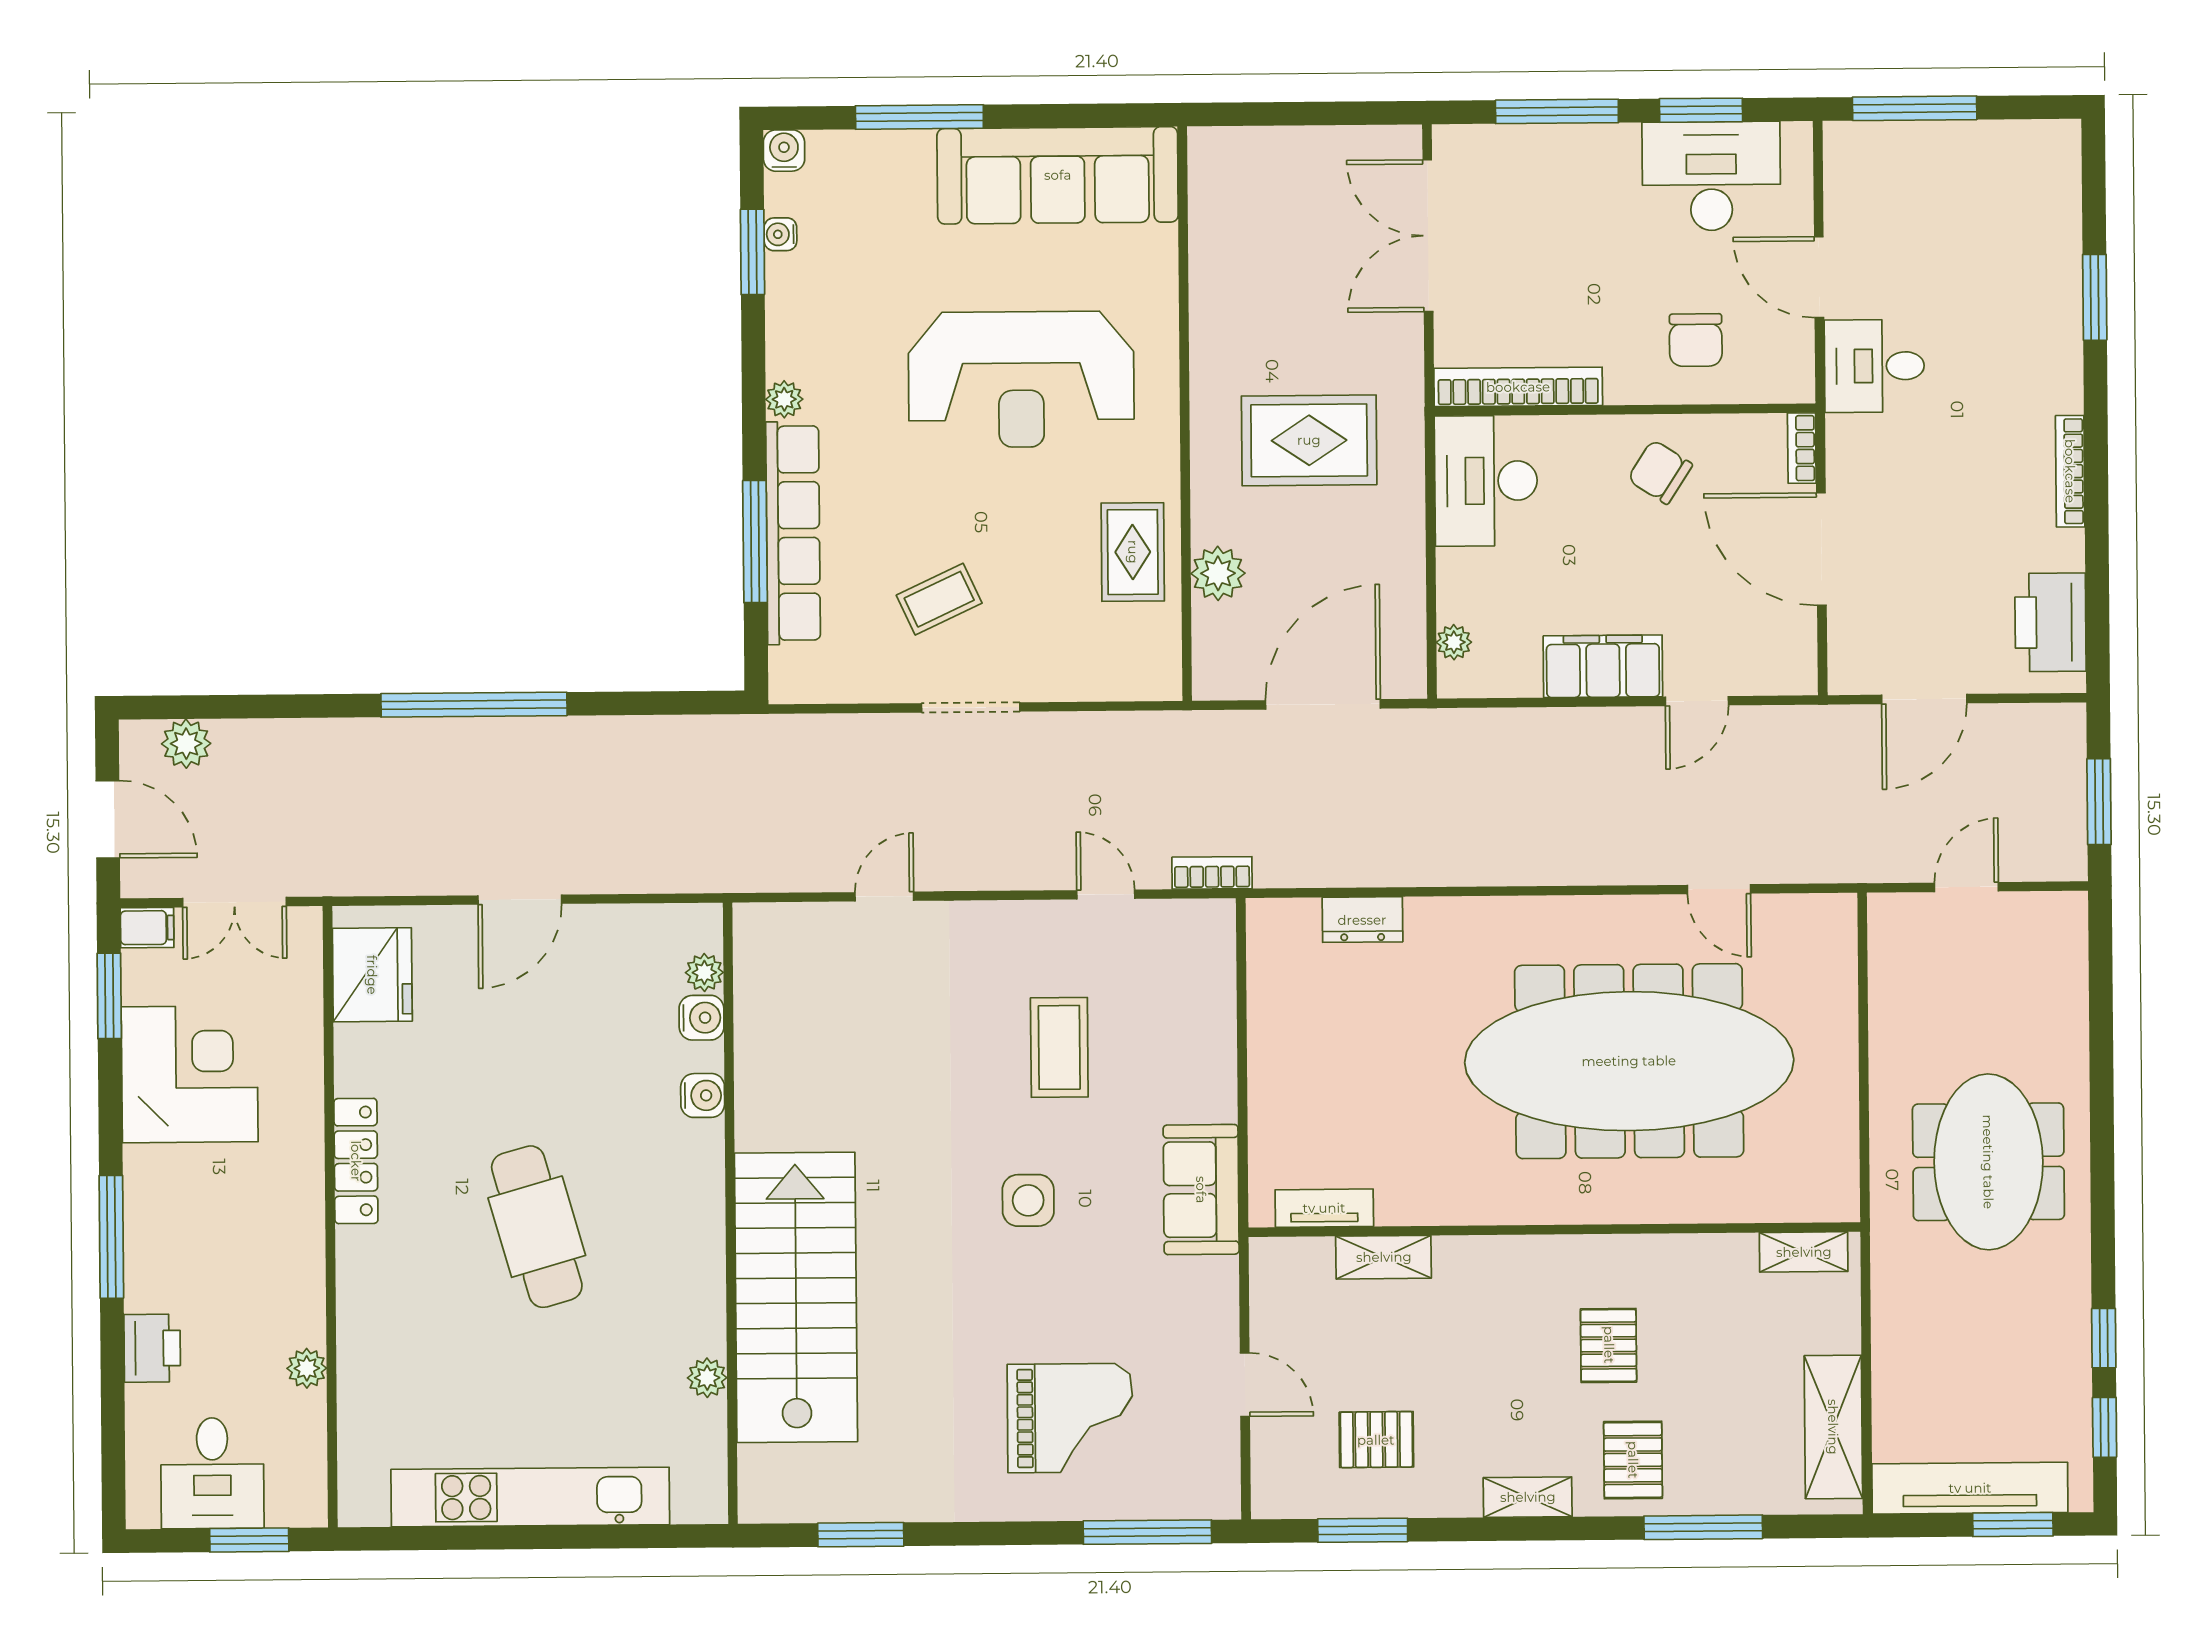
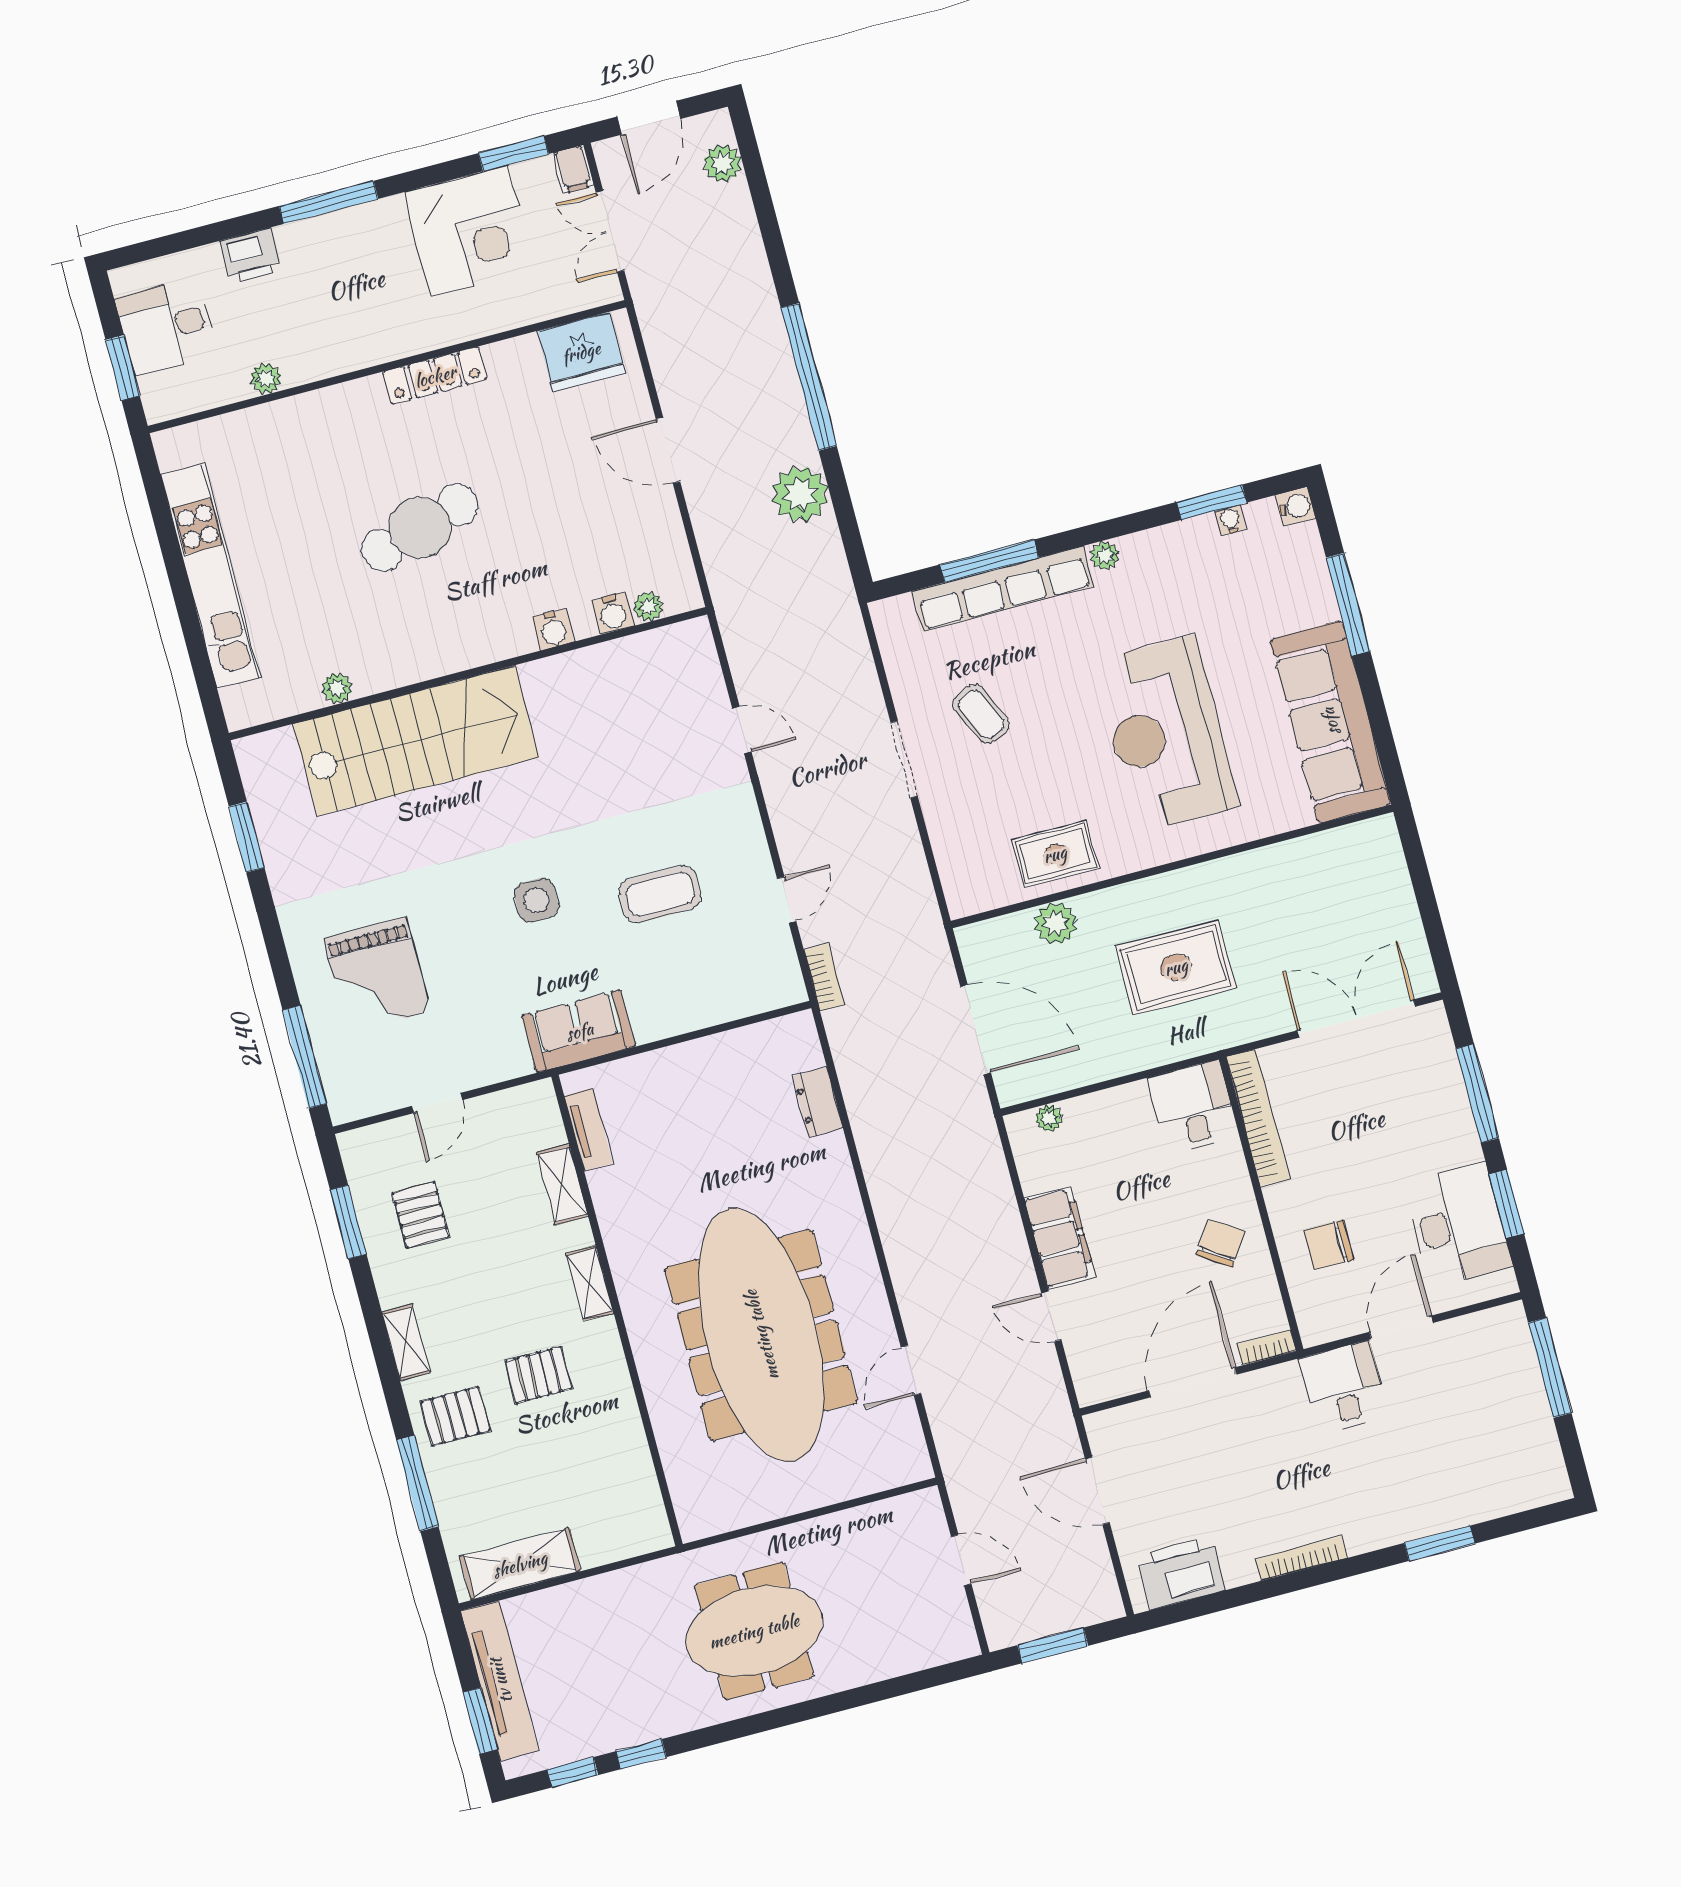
rug: (1309, 440) -> (1176, 967), turned 90
desk: (1486, 481) -> (1193, 1108), width x0.73
plant: (614, 752) -> (800, 494), added
shelving: (1804, 1252) -> (590, 1283), moved

